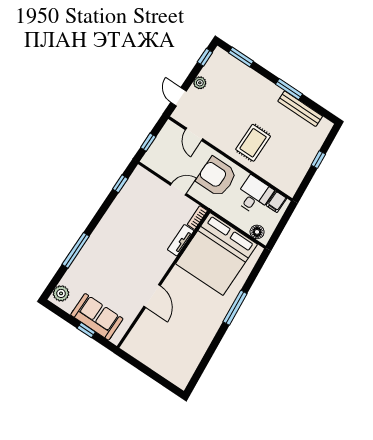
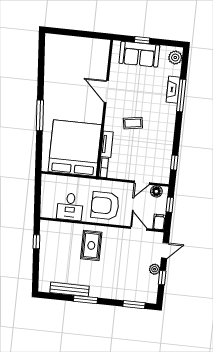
window: (205, 57) -> (162, 278), moved
door: (179, 97) -> (165, 250), hinge flipped
window: (318, 160) -> (36, 242), moved
armchair: (217, 177) -> (105, 206), turned 180
door: (178, 189) -> (142, 183), moved
filing cabinet: (276, 202) -> (159, 222), moved
floor lamp: (257, 232) -> (156, 191), moved
coffee table: (142, 248) -> (133, 123), added
fireplace: (81, 261) -> (173, 90), added

